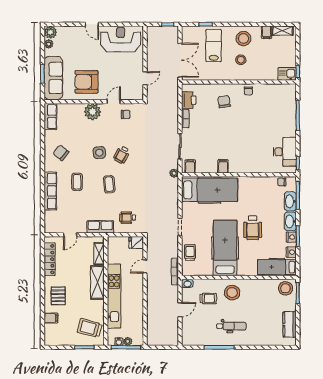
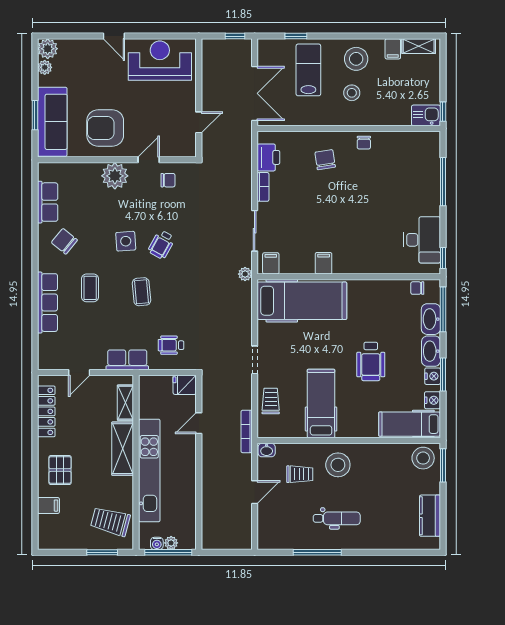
row of seats: (50, 117) -> (48, 202), moved
hospital bed: (225, 248) -> (321, 404), width x0.73, depth x0.78

